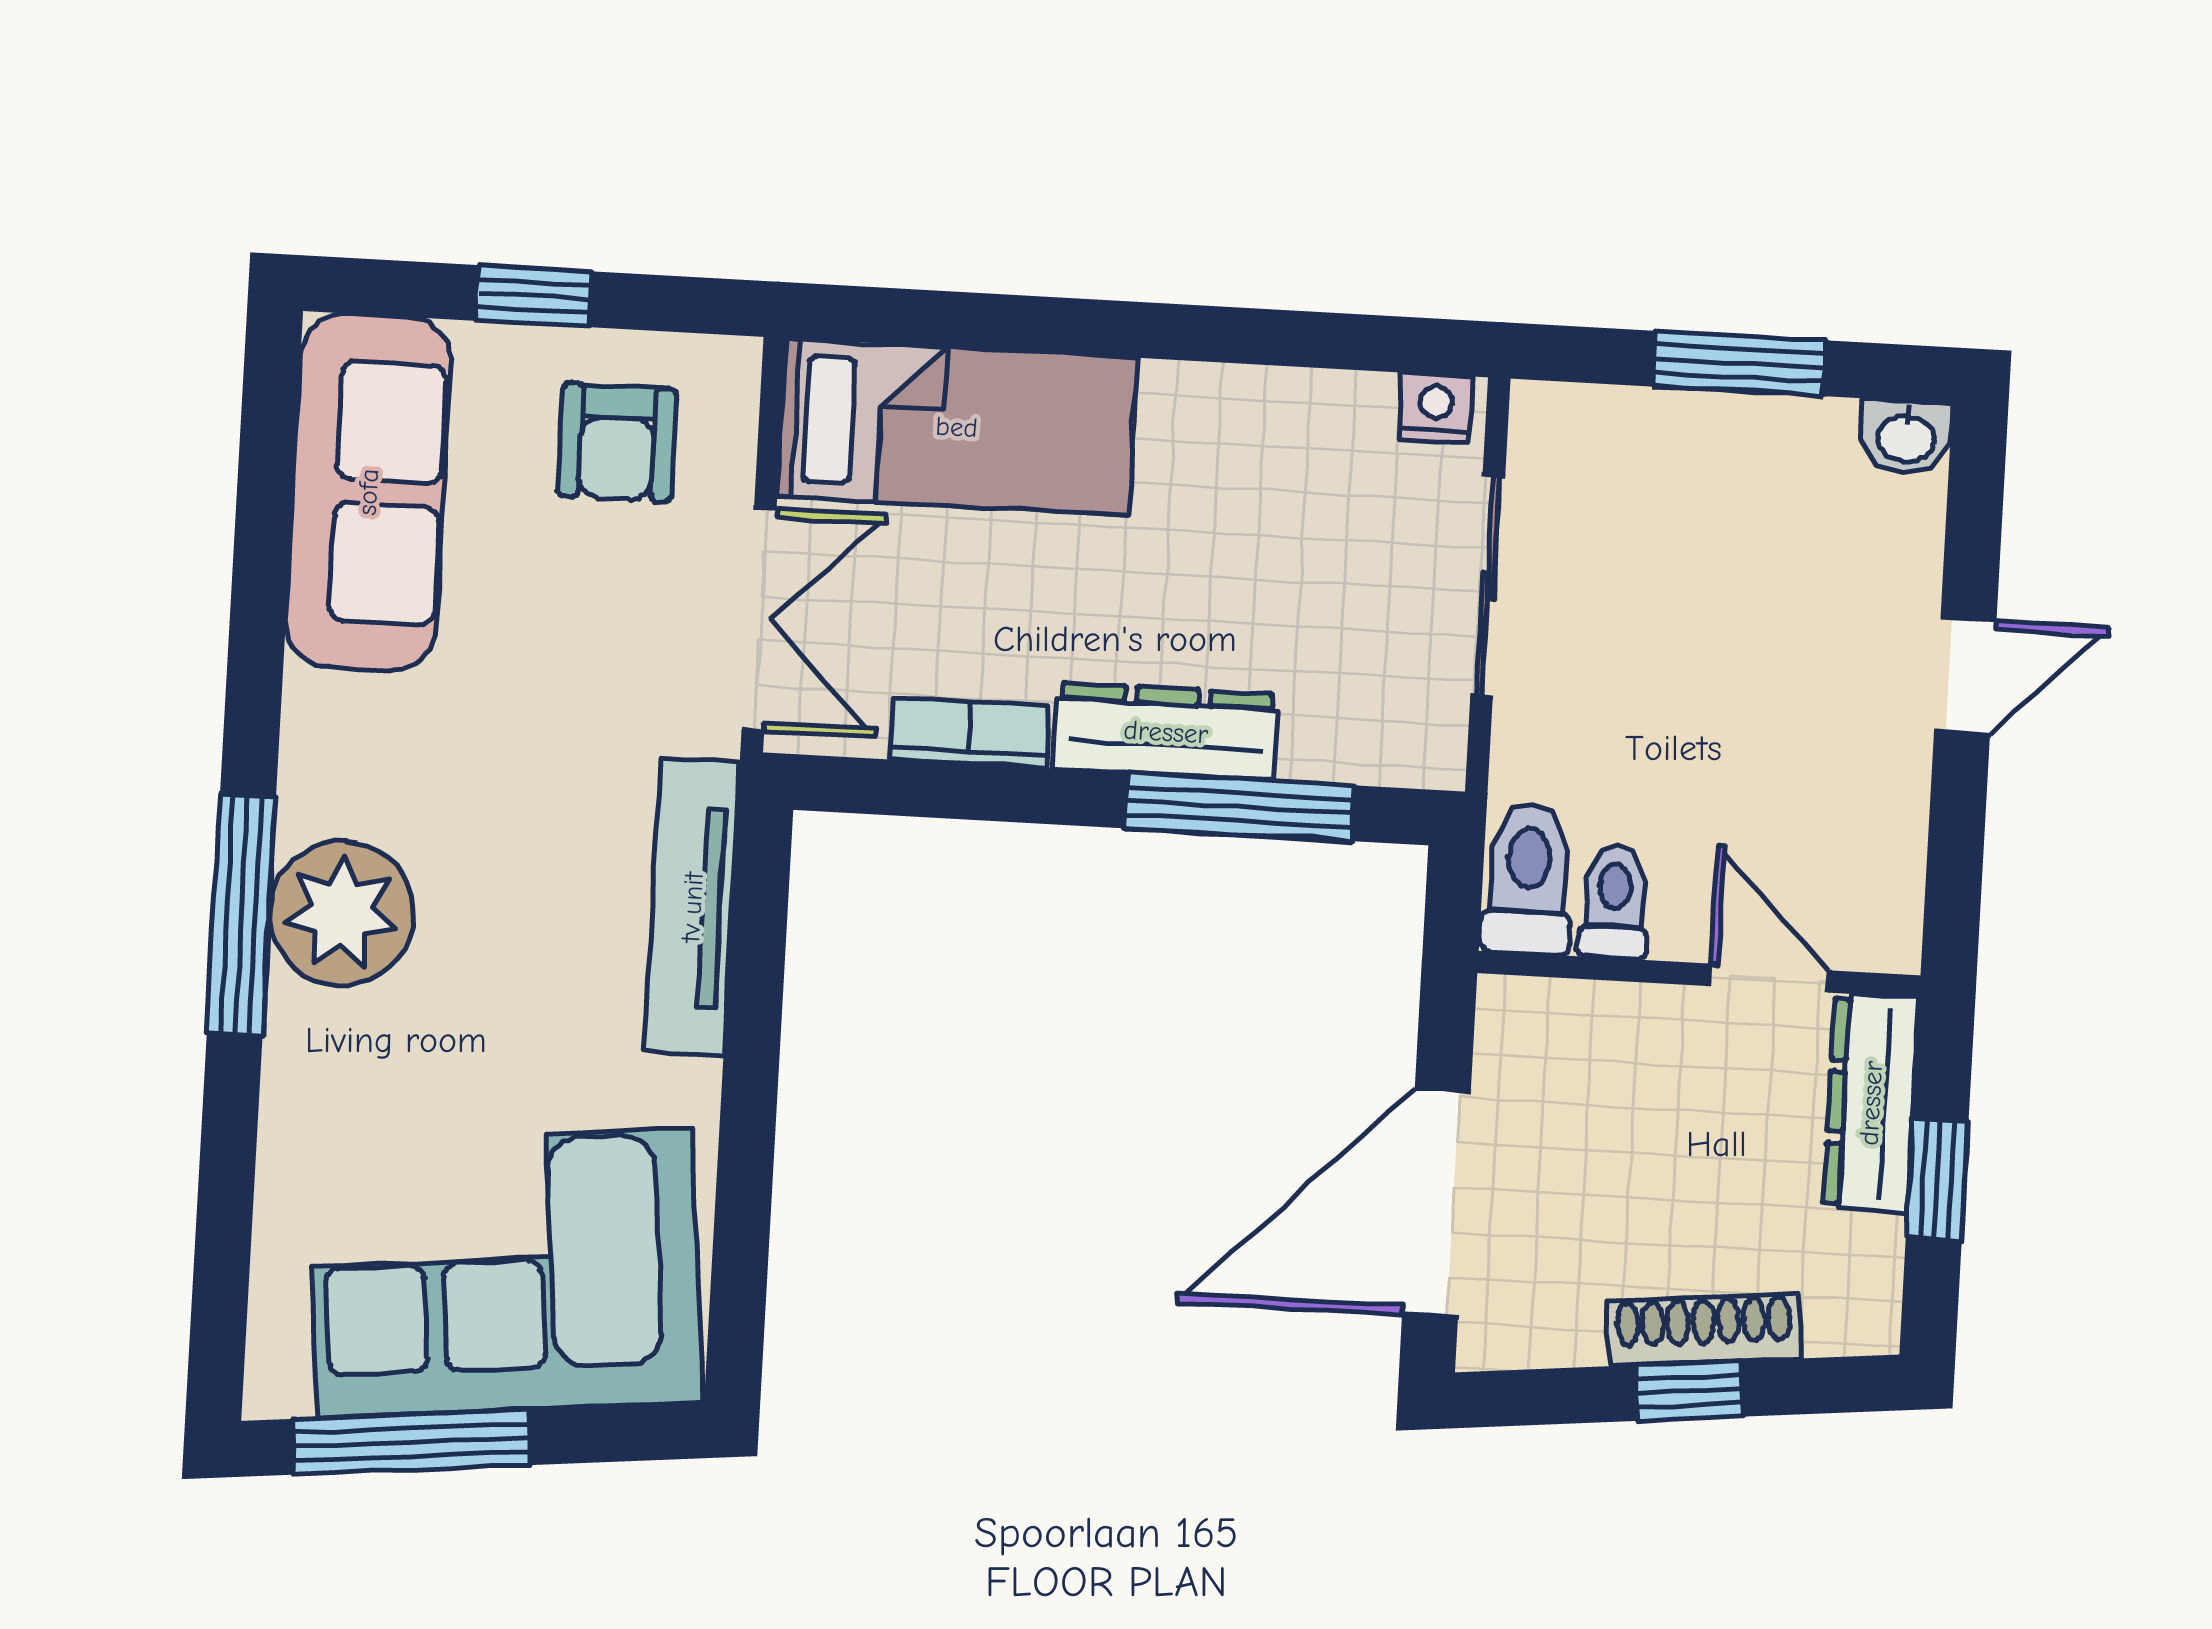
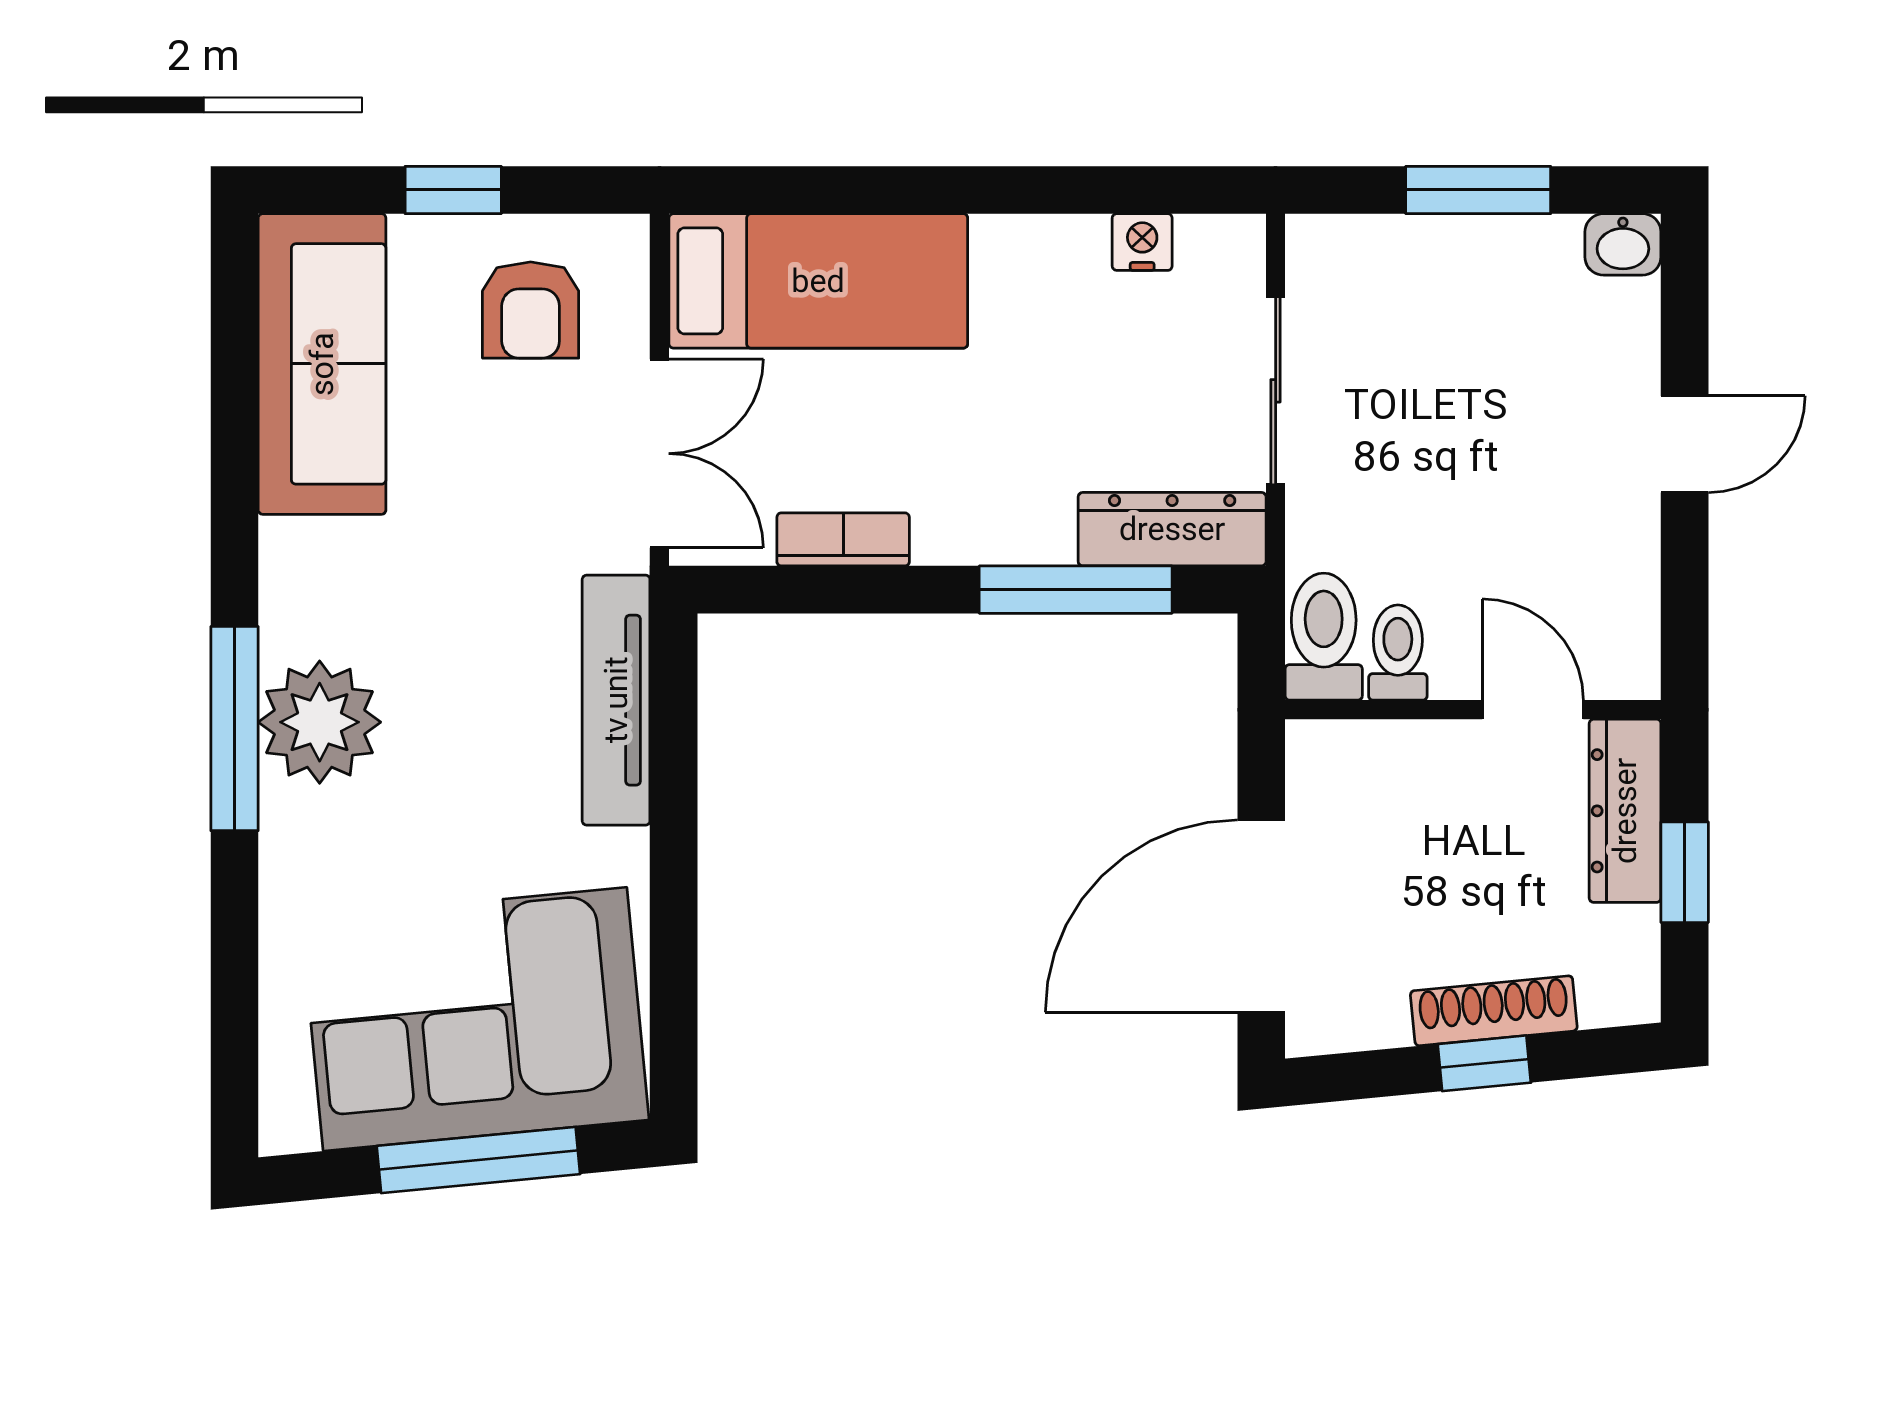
nightstand: (1436, 408) -> (1142, 242), moved
dresser: (1166, 732) -> (1172, 529), moved
window: (411, 1442) -> (478, 1160), moved

